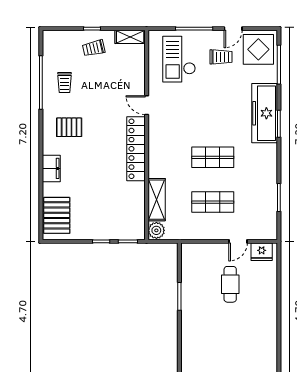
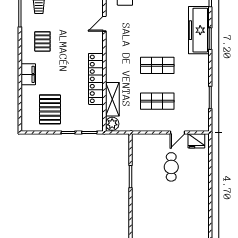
door: (147, 105) -> (104, 24), hinge flipped
pallet: (69, 127) -> (42, 41), turned 90
locker: (136, 149) -> (96, 79), moved
pallet: (57, 215) -> (50, 109), moved

